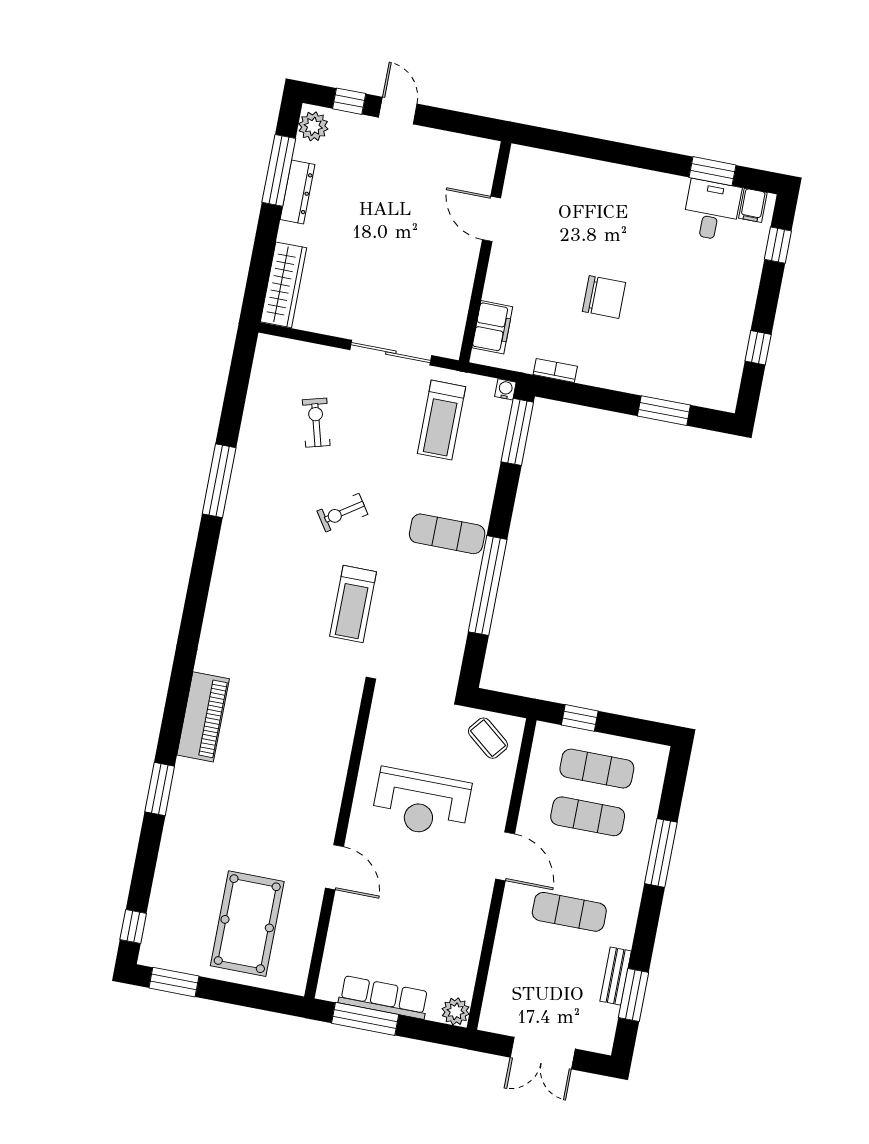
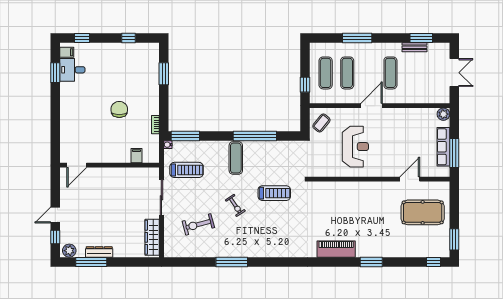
door: (491, 219) -> (77, 165), moved
wardrobe: (284, 285) -> (152, 237), moved, turned -90
filing cabinet: (492, 327) -> (136, 156), width x0.50
exercise bike: (316, 423) -> (198, 224), width x1.38, depth x1.39
door: (334, 867) -> (410, 179), moved

